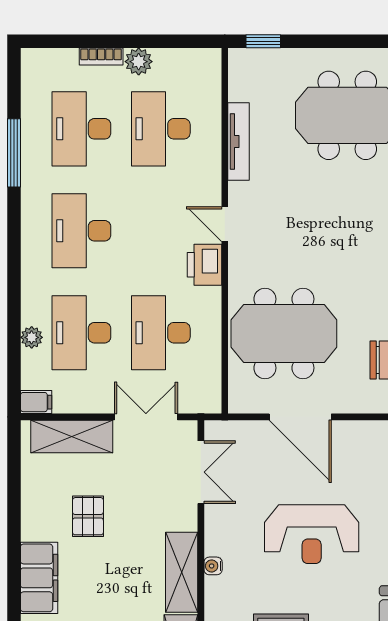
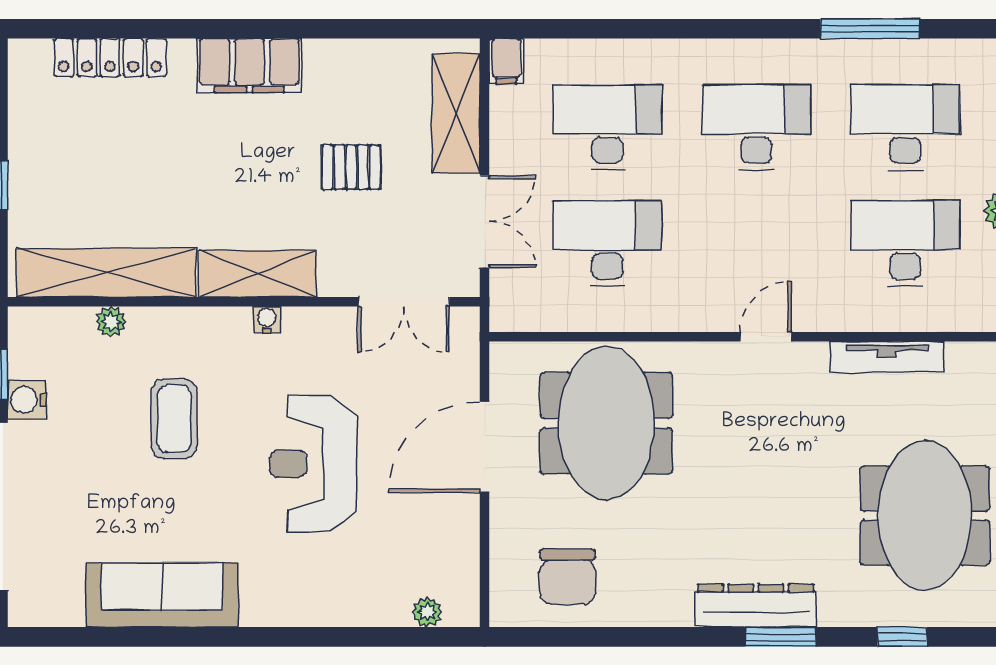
printer: (204, 265) -> (707, 307), removed
plant: (32, 337) -> (601, 55), removed
pallet: (88, 516) -> (351, 167), moved

